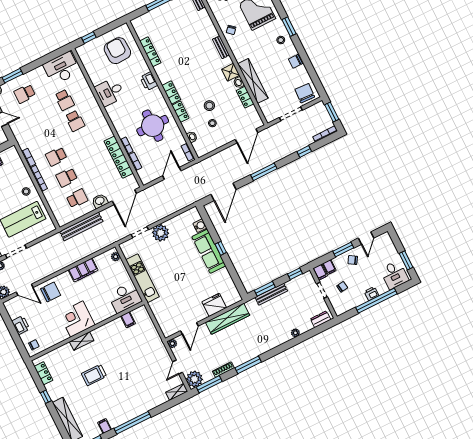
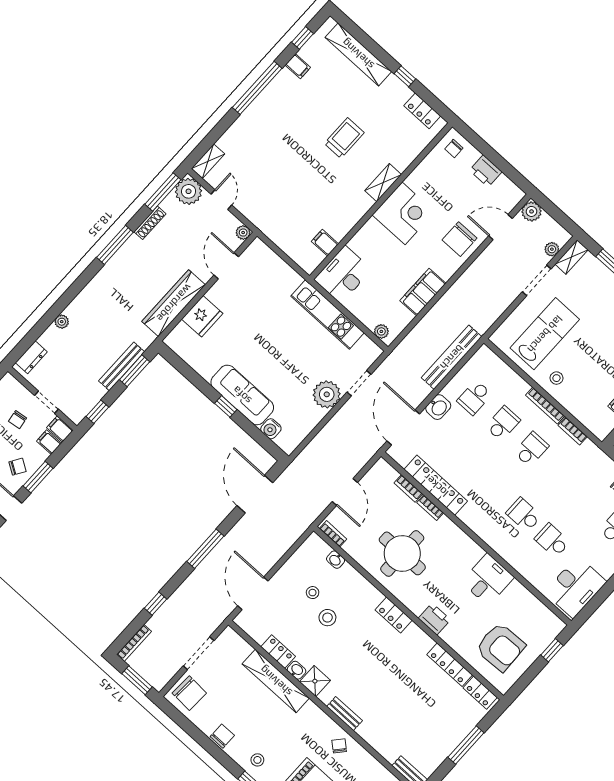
locker: (180, 112) -> (480, 693), moved

